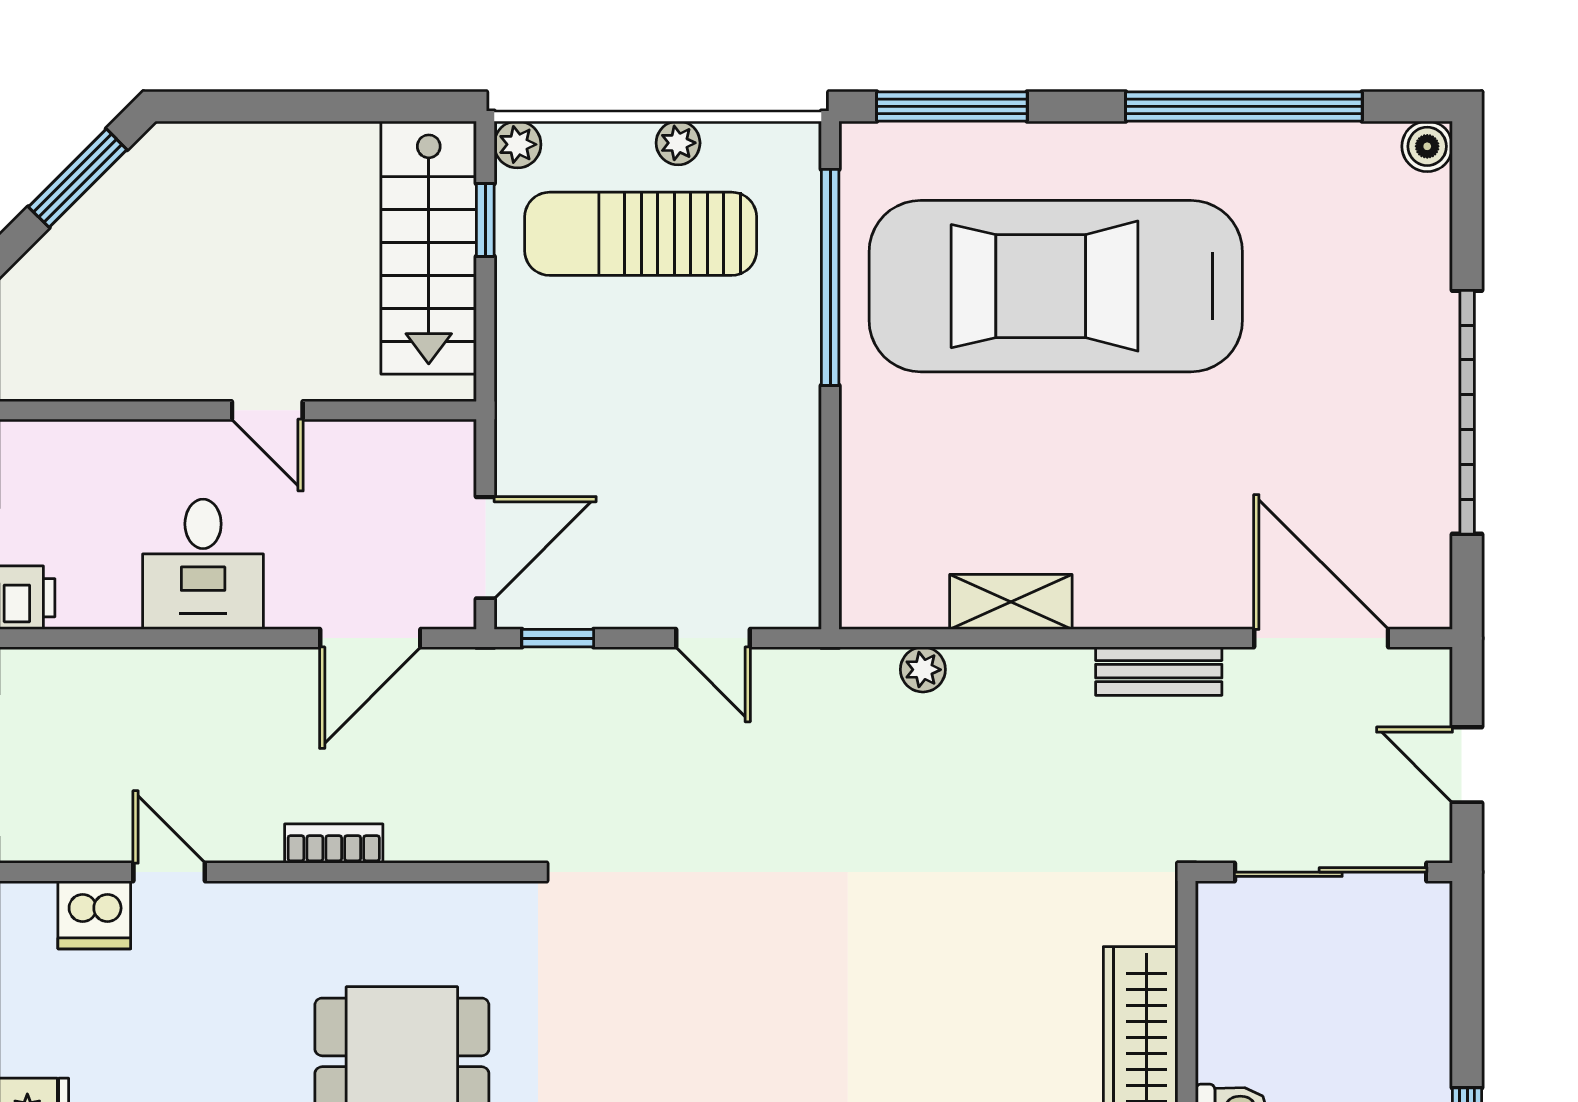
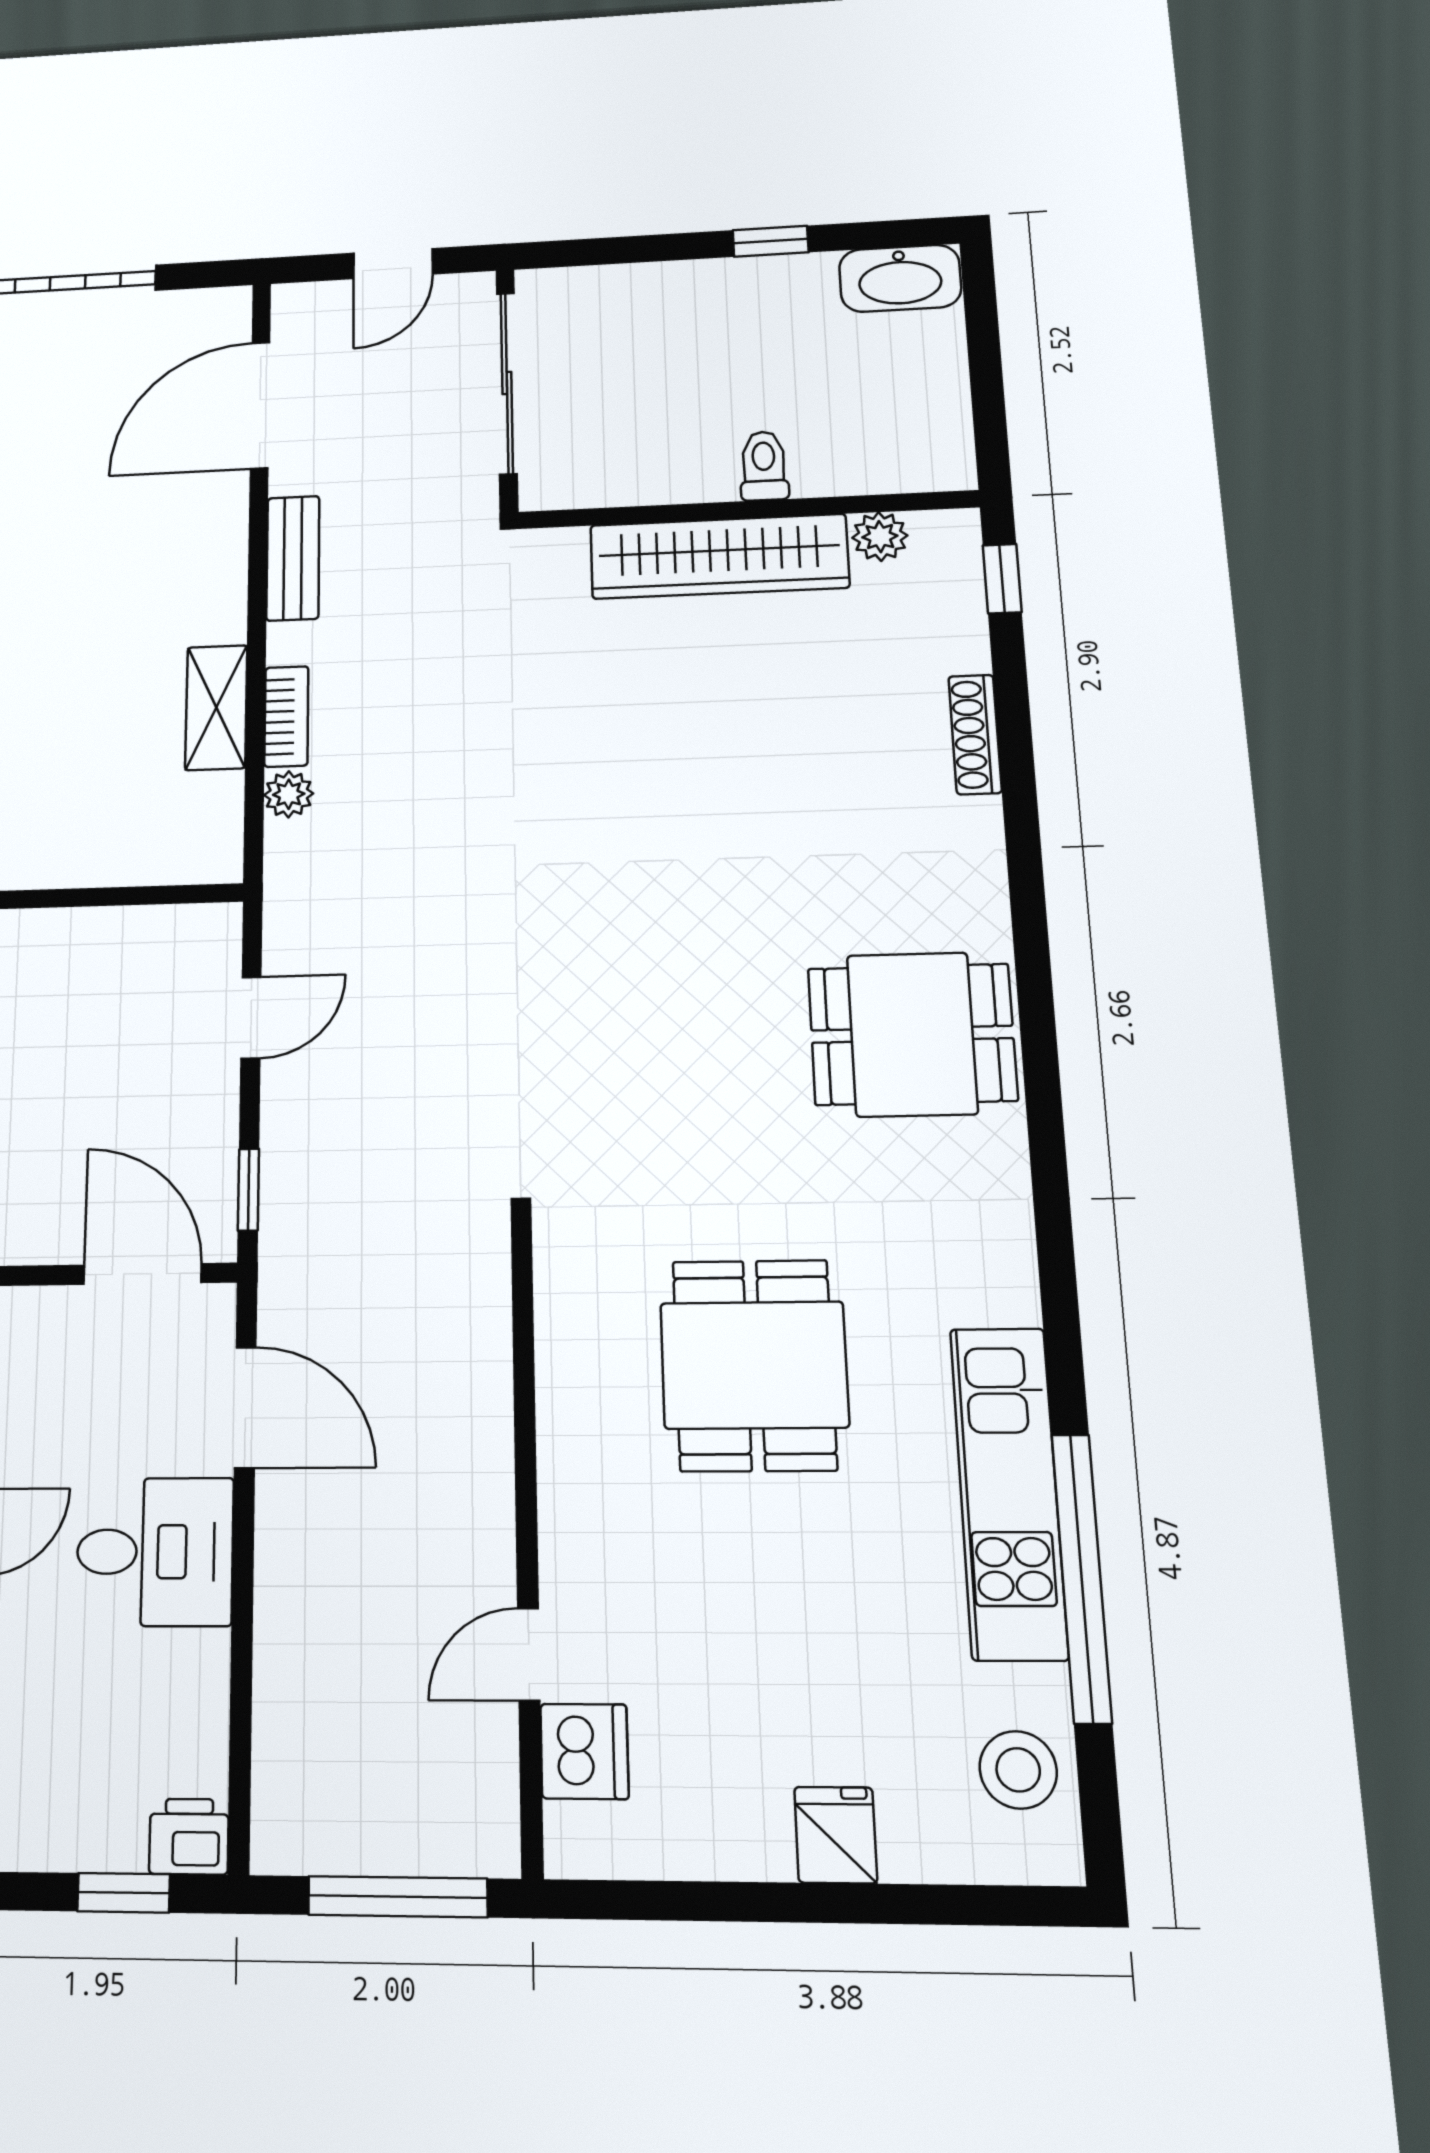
desk: (203, 564) -> (155, 1552), moved
bookcase: (334, 844) -> (286, 716), moved, turned 180

